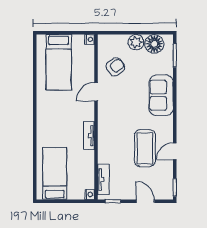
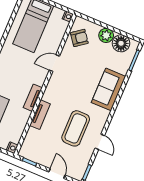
armchair: (115, 67) -> (79, 38), moved
door: (175, 151) -> (100, 142), swing flipped
tv unit: (103, 179) -> (40, 115), moved

